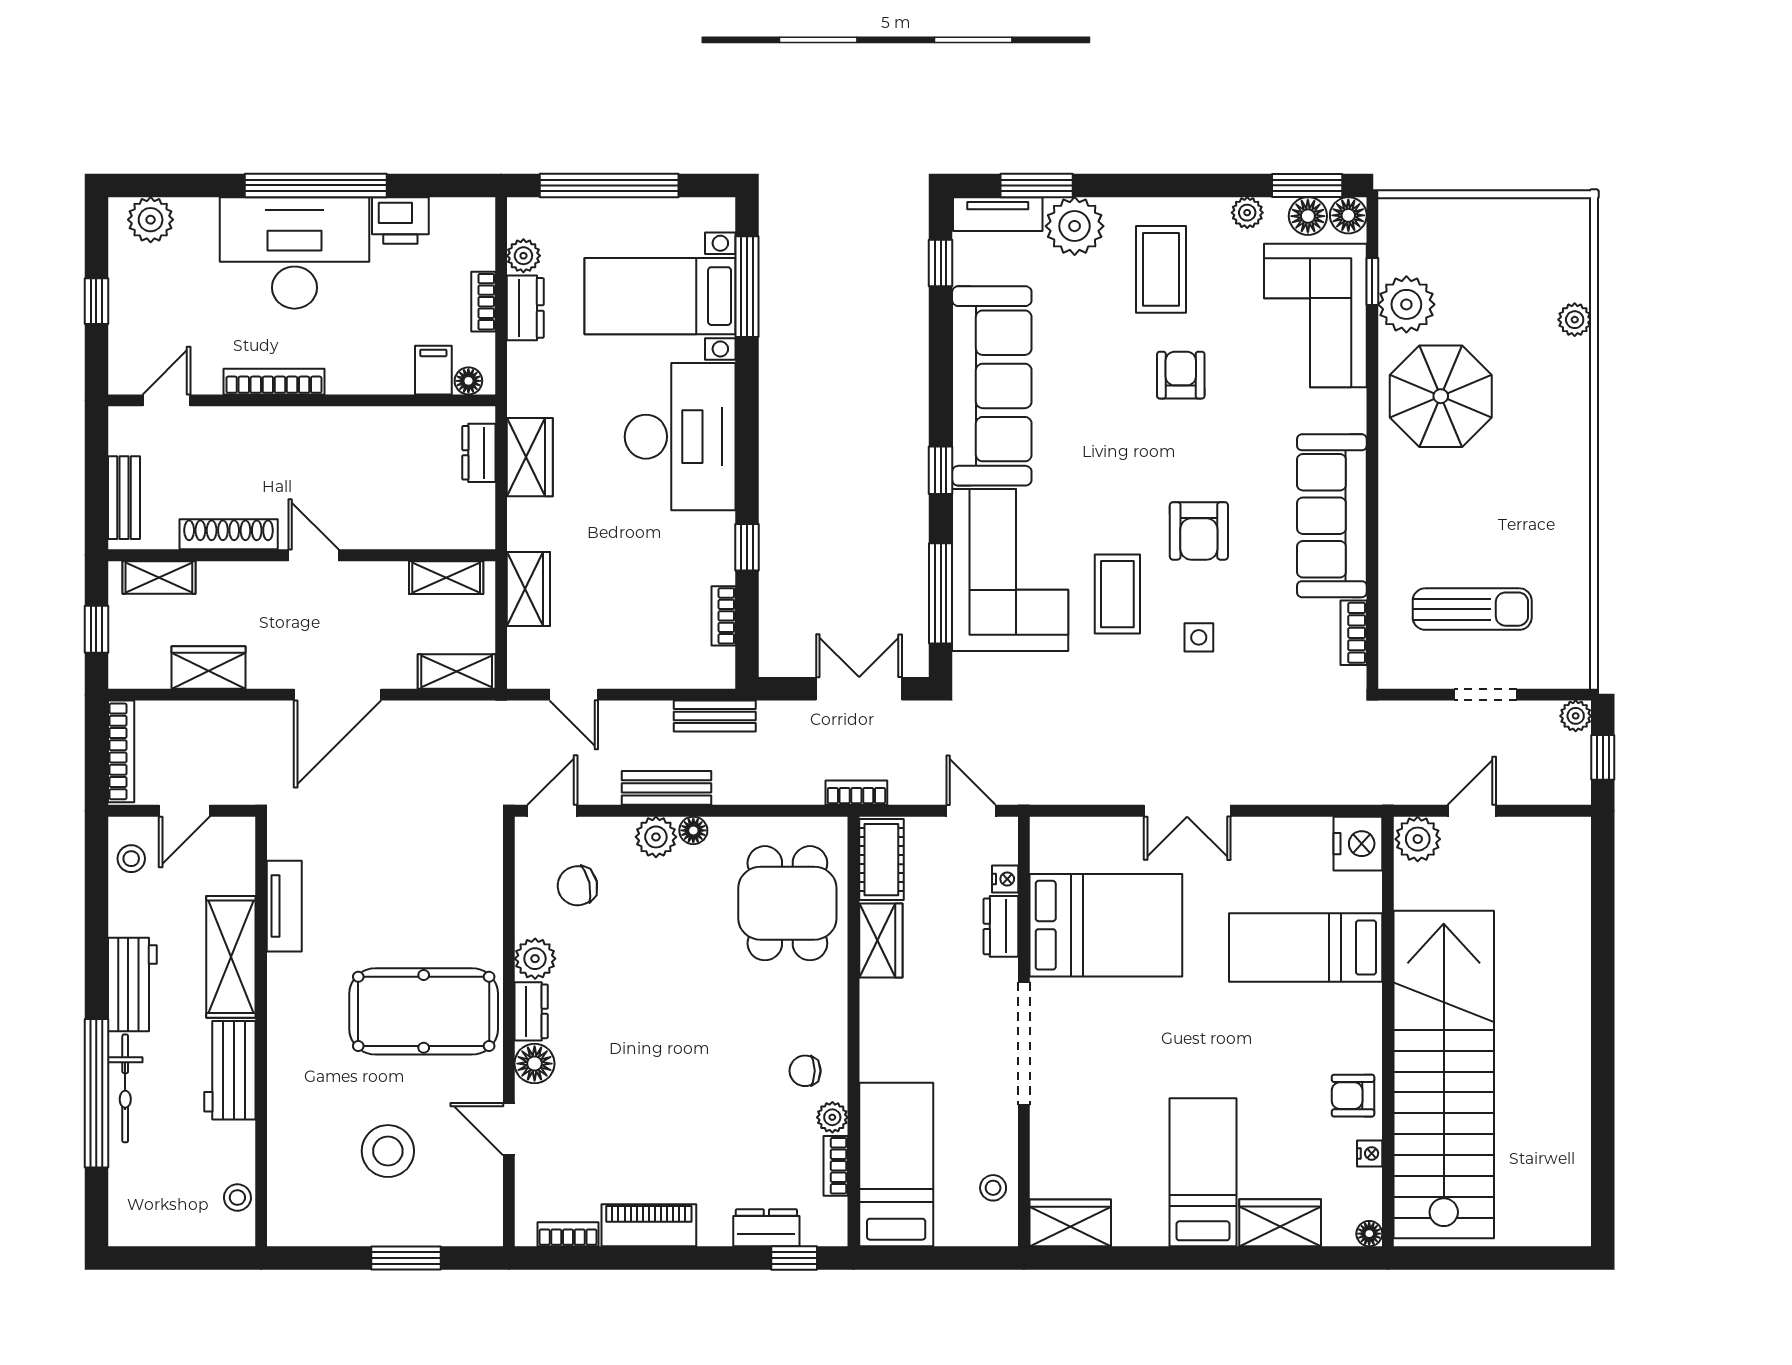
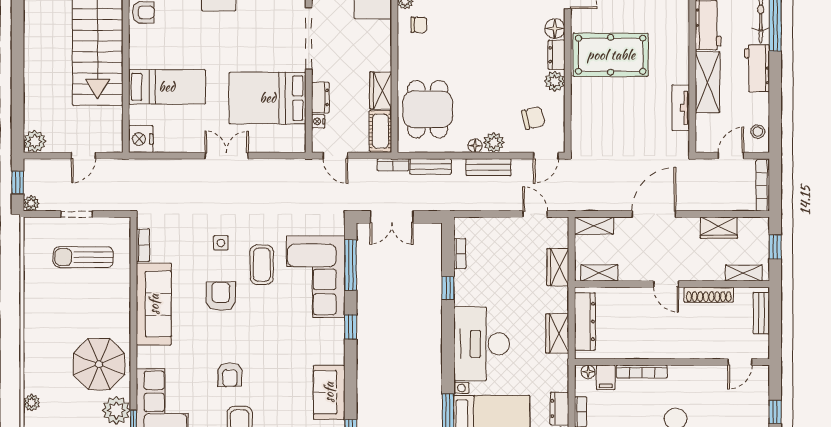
bookcase: (274, 382) -> (642, 371), moved
sofa: (992, 386) -> (329, 392), width x0.54, depth x0.79
dresser: (479, 453) -> (585, 322), width x1.96, depth x1.24
bench: (715, 716) -> (431, 166), moved
plant: (1418, 839) -> (35, 141), moved

